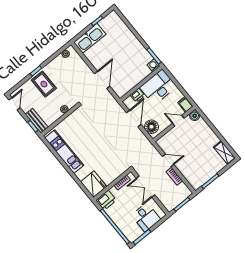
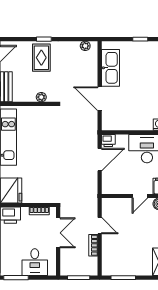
kitchen sink: (90, 38) -> (110, 68), moved, turned -90
door: (102, 80) -> (100, 99), swing flipped
printer: (137, 95) -> (108, 141), moved
door: (178, 121) -> (140, 196), swing flipped
floor lamp: (151, 127) -> (110, 181), removed
double door: (146, 187) -> (58, 233), swing flipped

